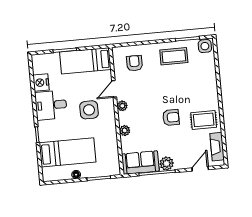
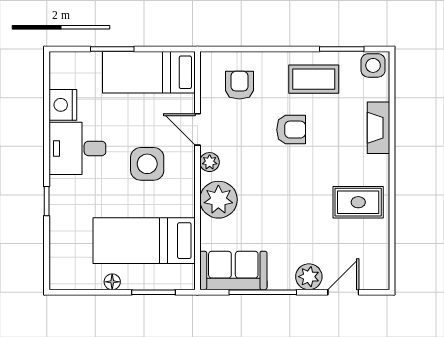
door: (114, 89) -> (197, 129), hinge flipped
armchair: (171, 117) -> (291, 130), moved
plant: (125, 131) -> (218, 200), width x1.87, depth x1.87
fireplace: (217, 147) -> (379, 128), moved
bed: (68, 152) -> (144, 241), moved, turned 180
plant: (167, 163) -> (309, 277), moved

